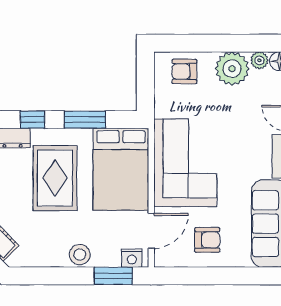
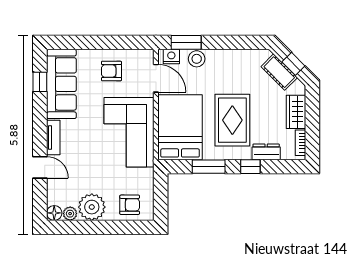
door: (151, 231) -> (156, 78), swing flipped
stool: (80, 255) -> (197, 59), moved

